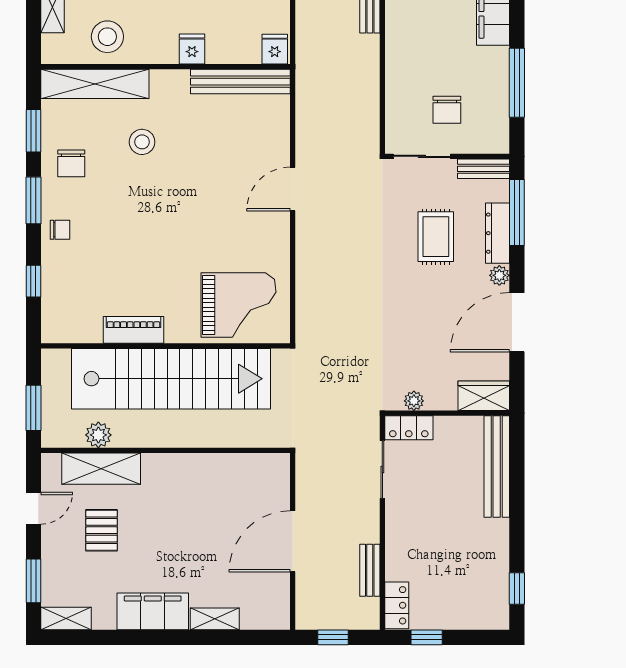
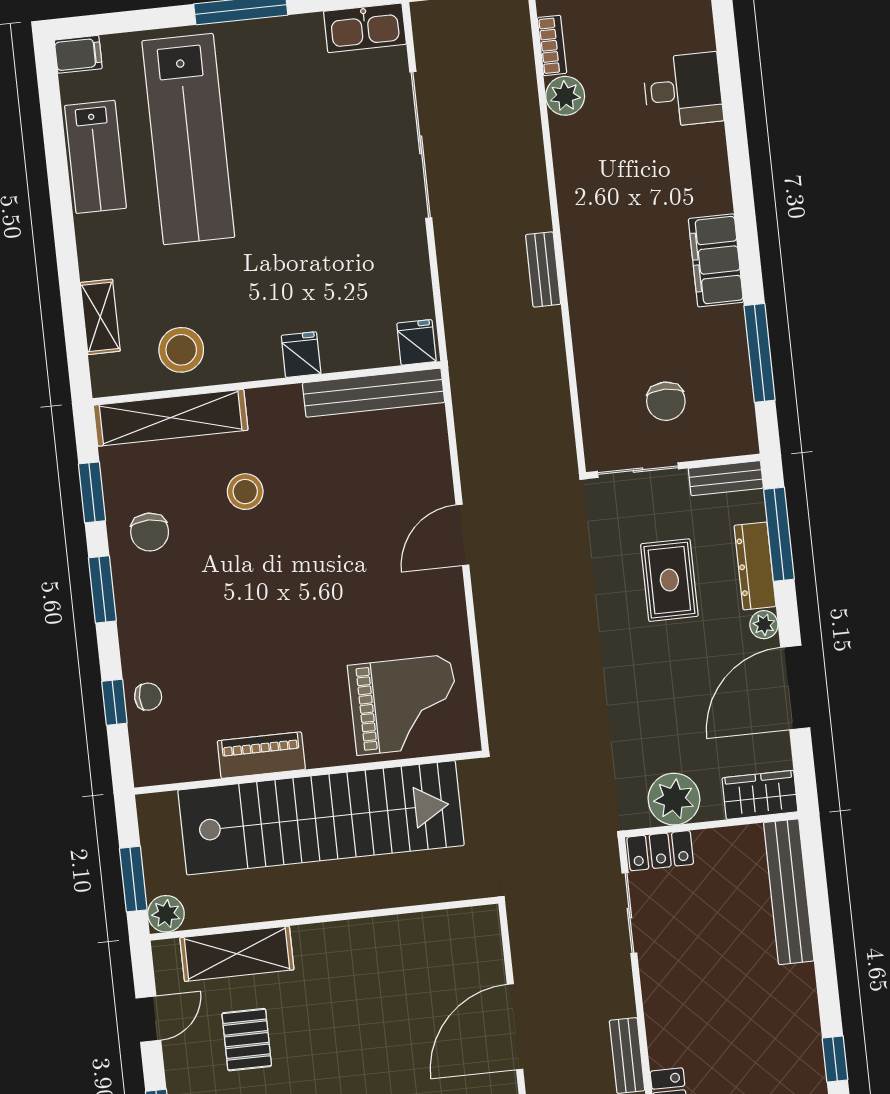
chair: (60, 230) -> (148, 697), moved
plant: (414, 401) -> (674, 799), width x1.88, depth x1.88
plant: (98, 435) -> (166, 914), moved

